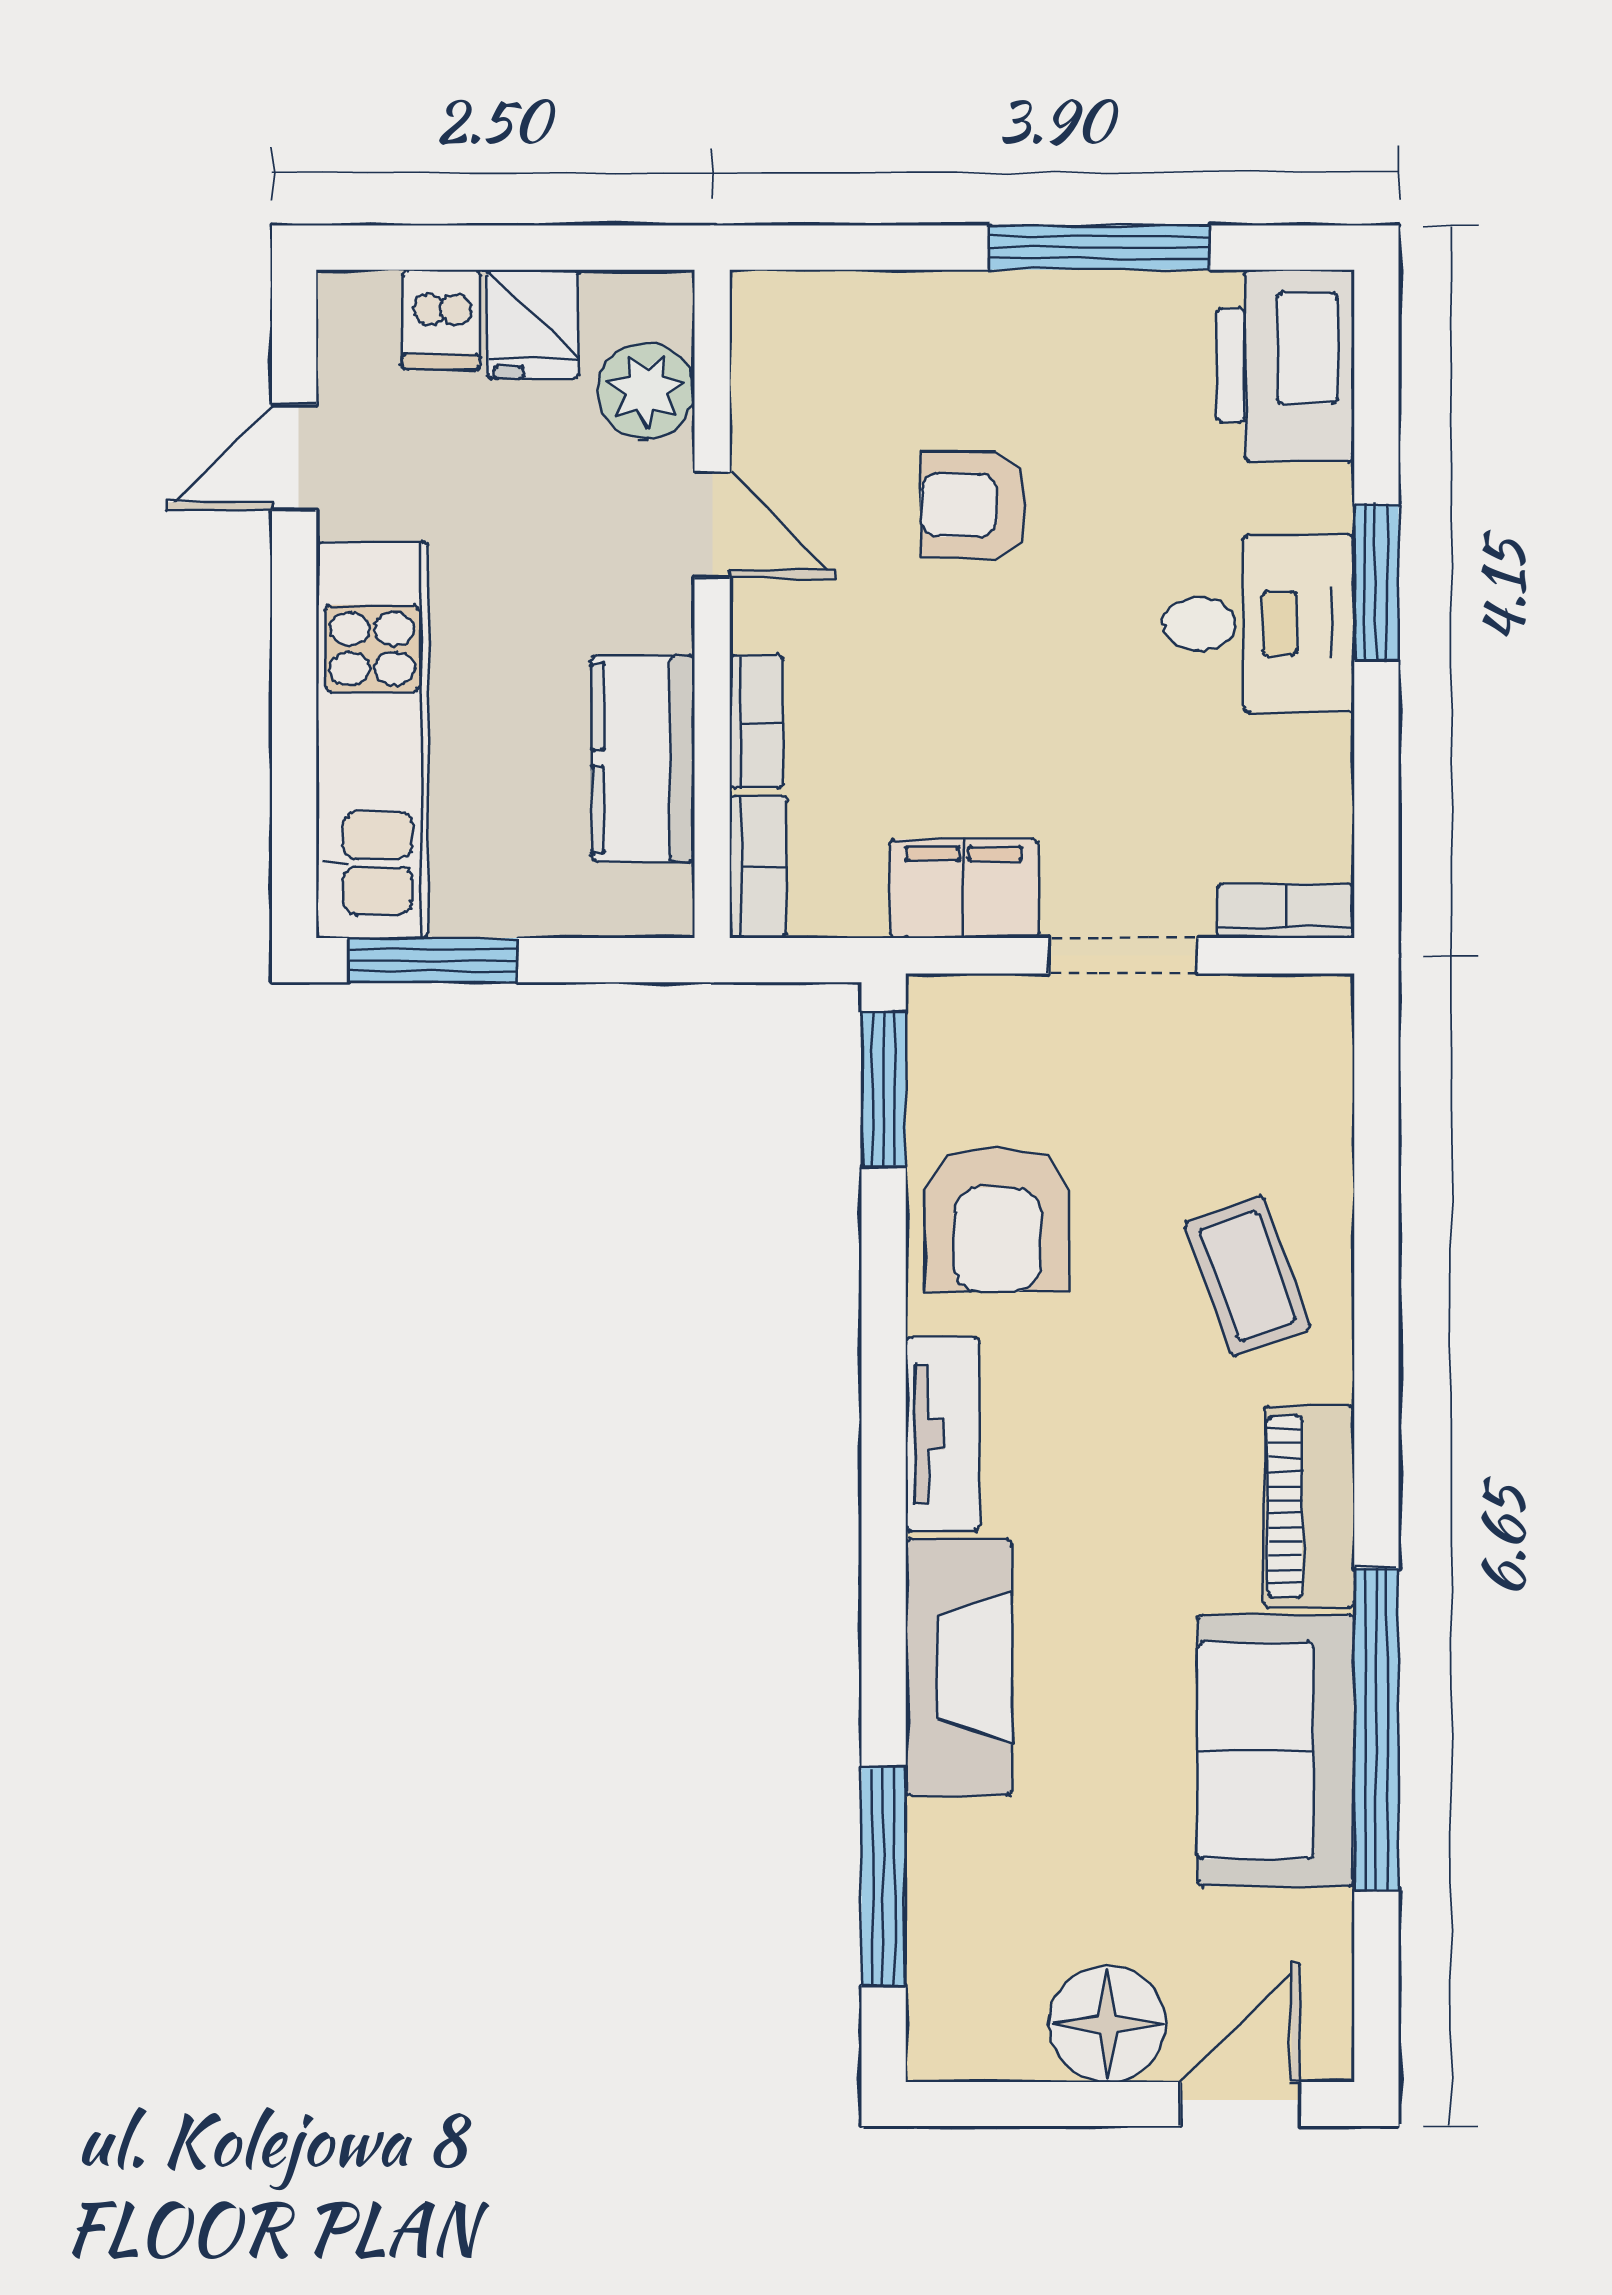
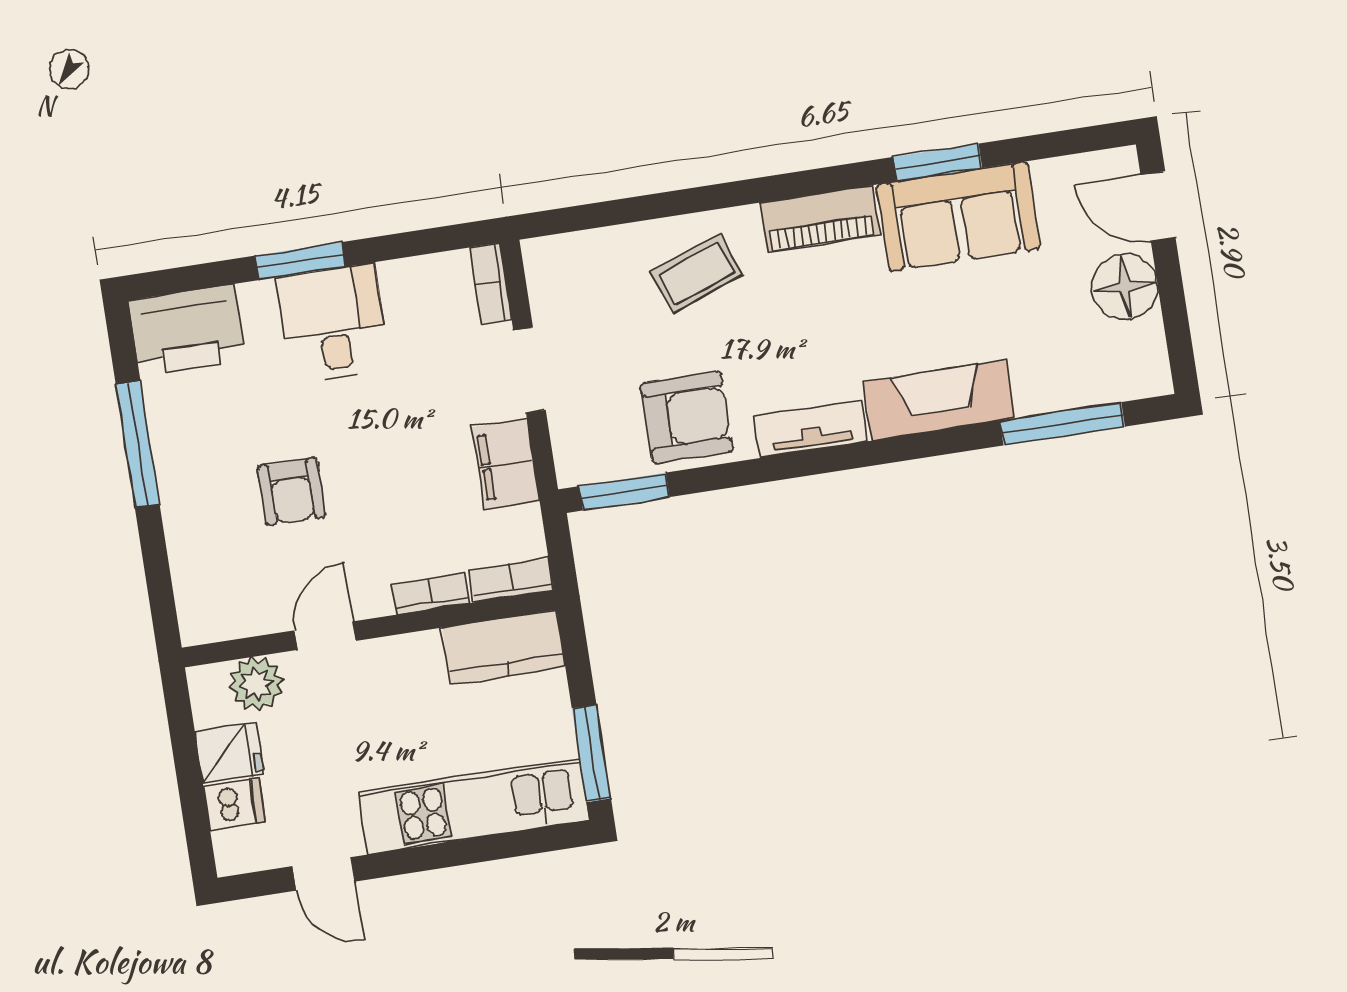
kitchen counter: (643, 758) -> (504, 647), moved
window: (1376, 1729) -> (938, 162), width x0.47

